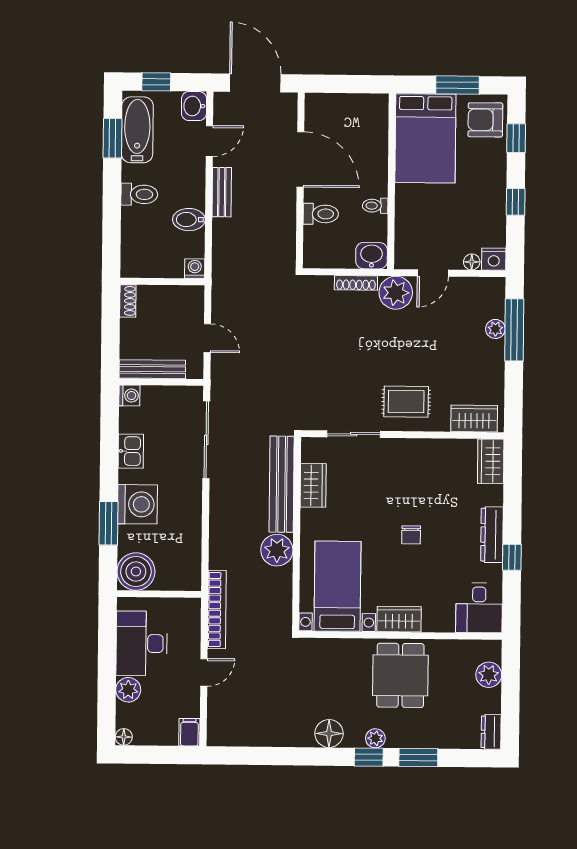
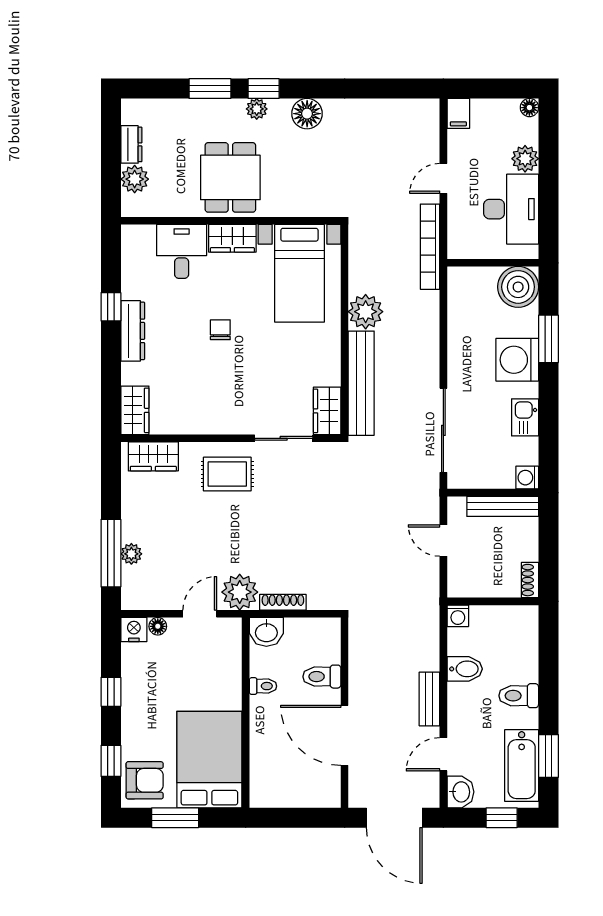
wardrobe: (313, 485) -> (327, 411), moved
desk: (479, 608) -> (182, 251), moved
dresser: (491, 732) -> (131, 144), moved

